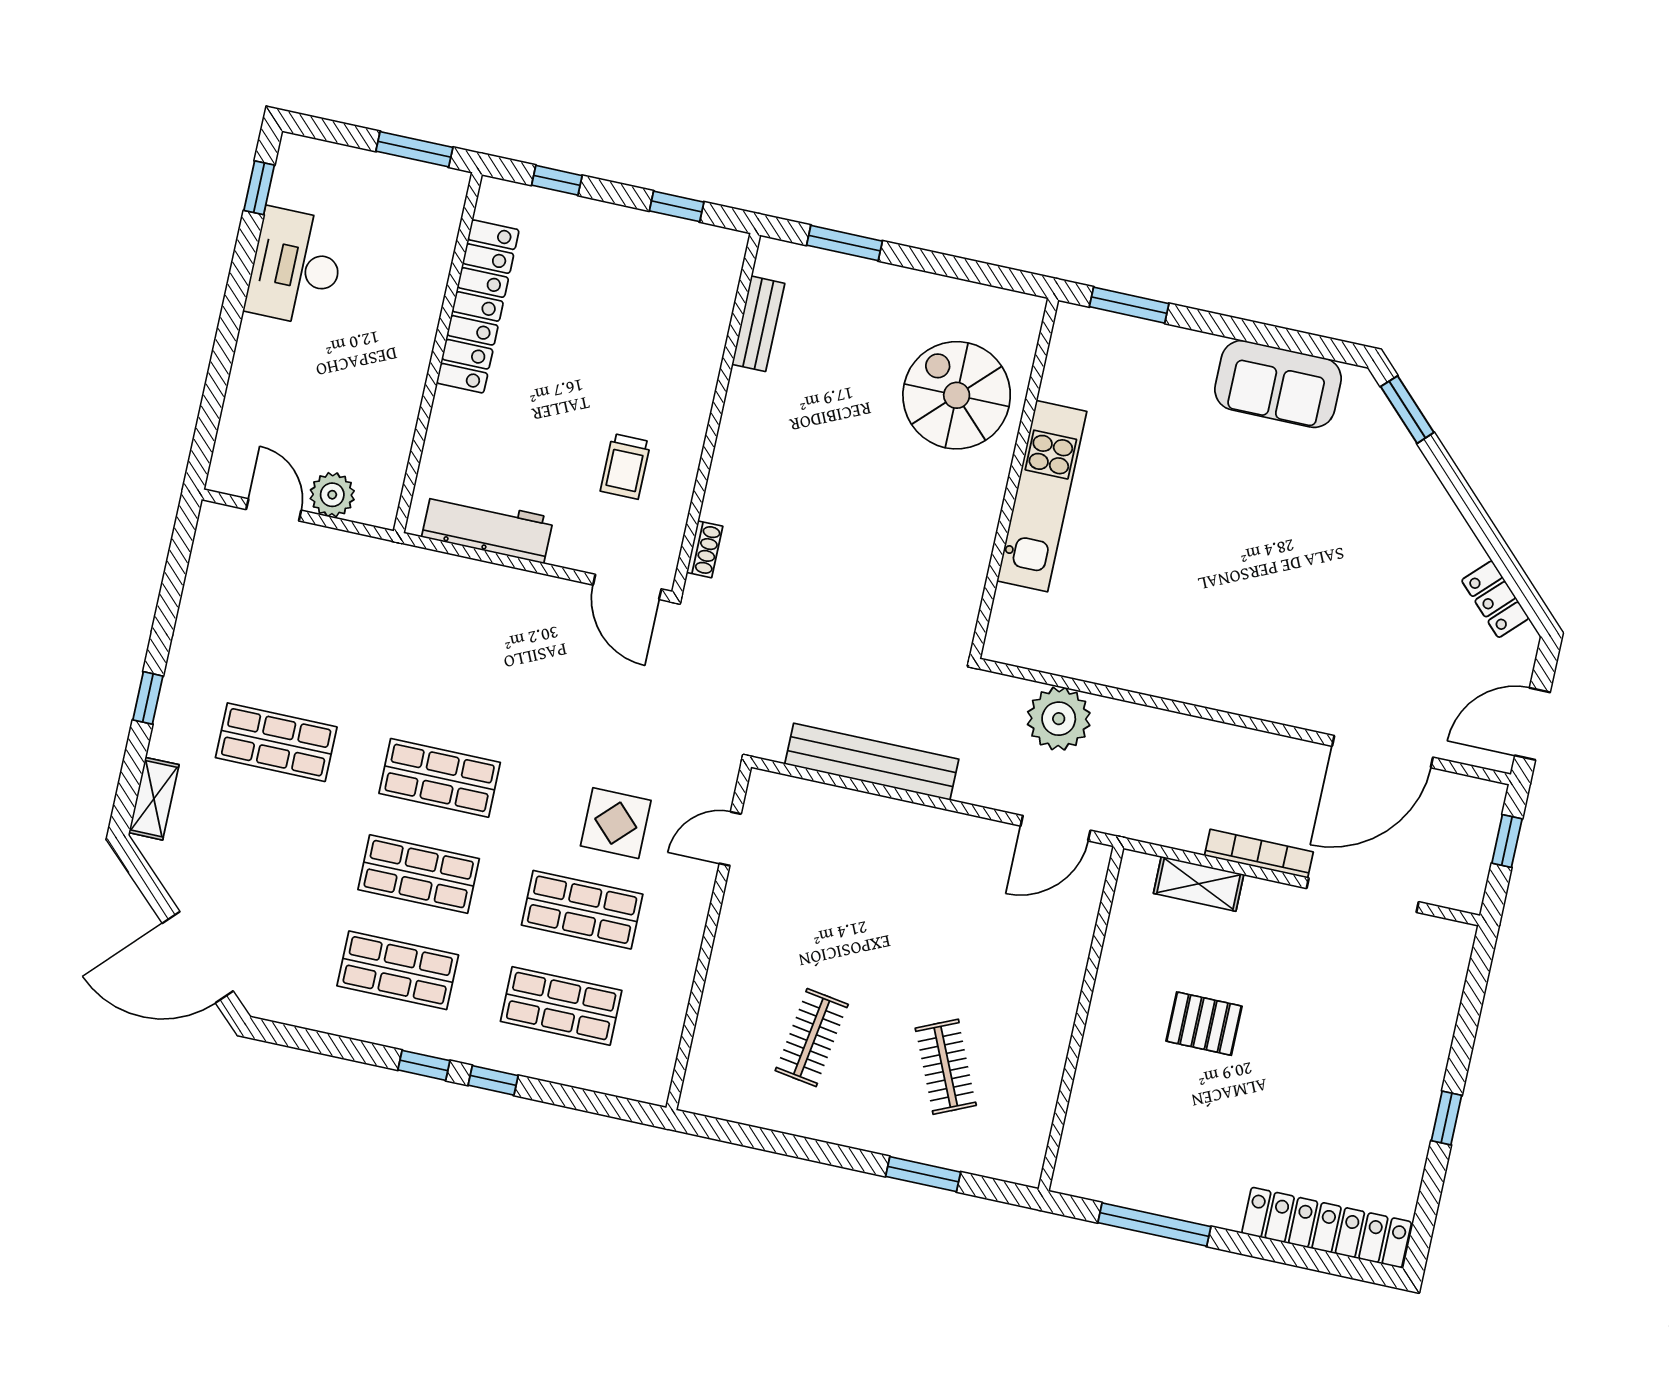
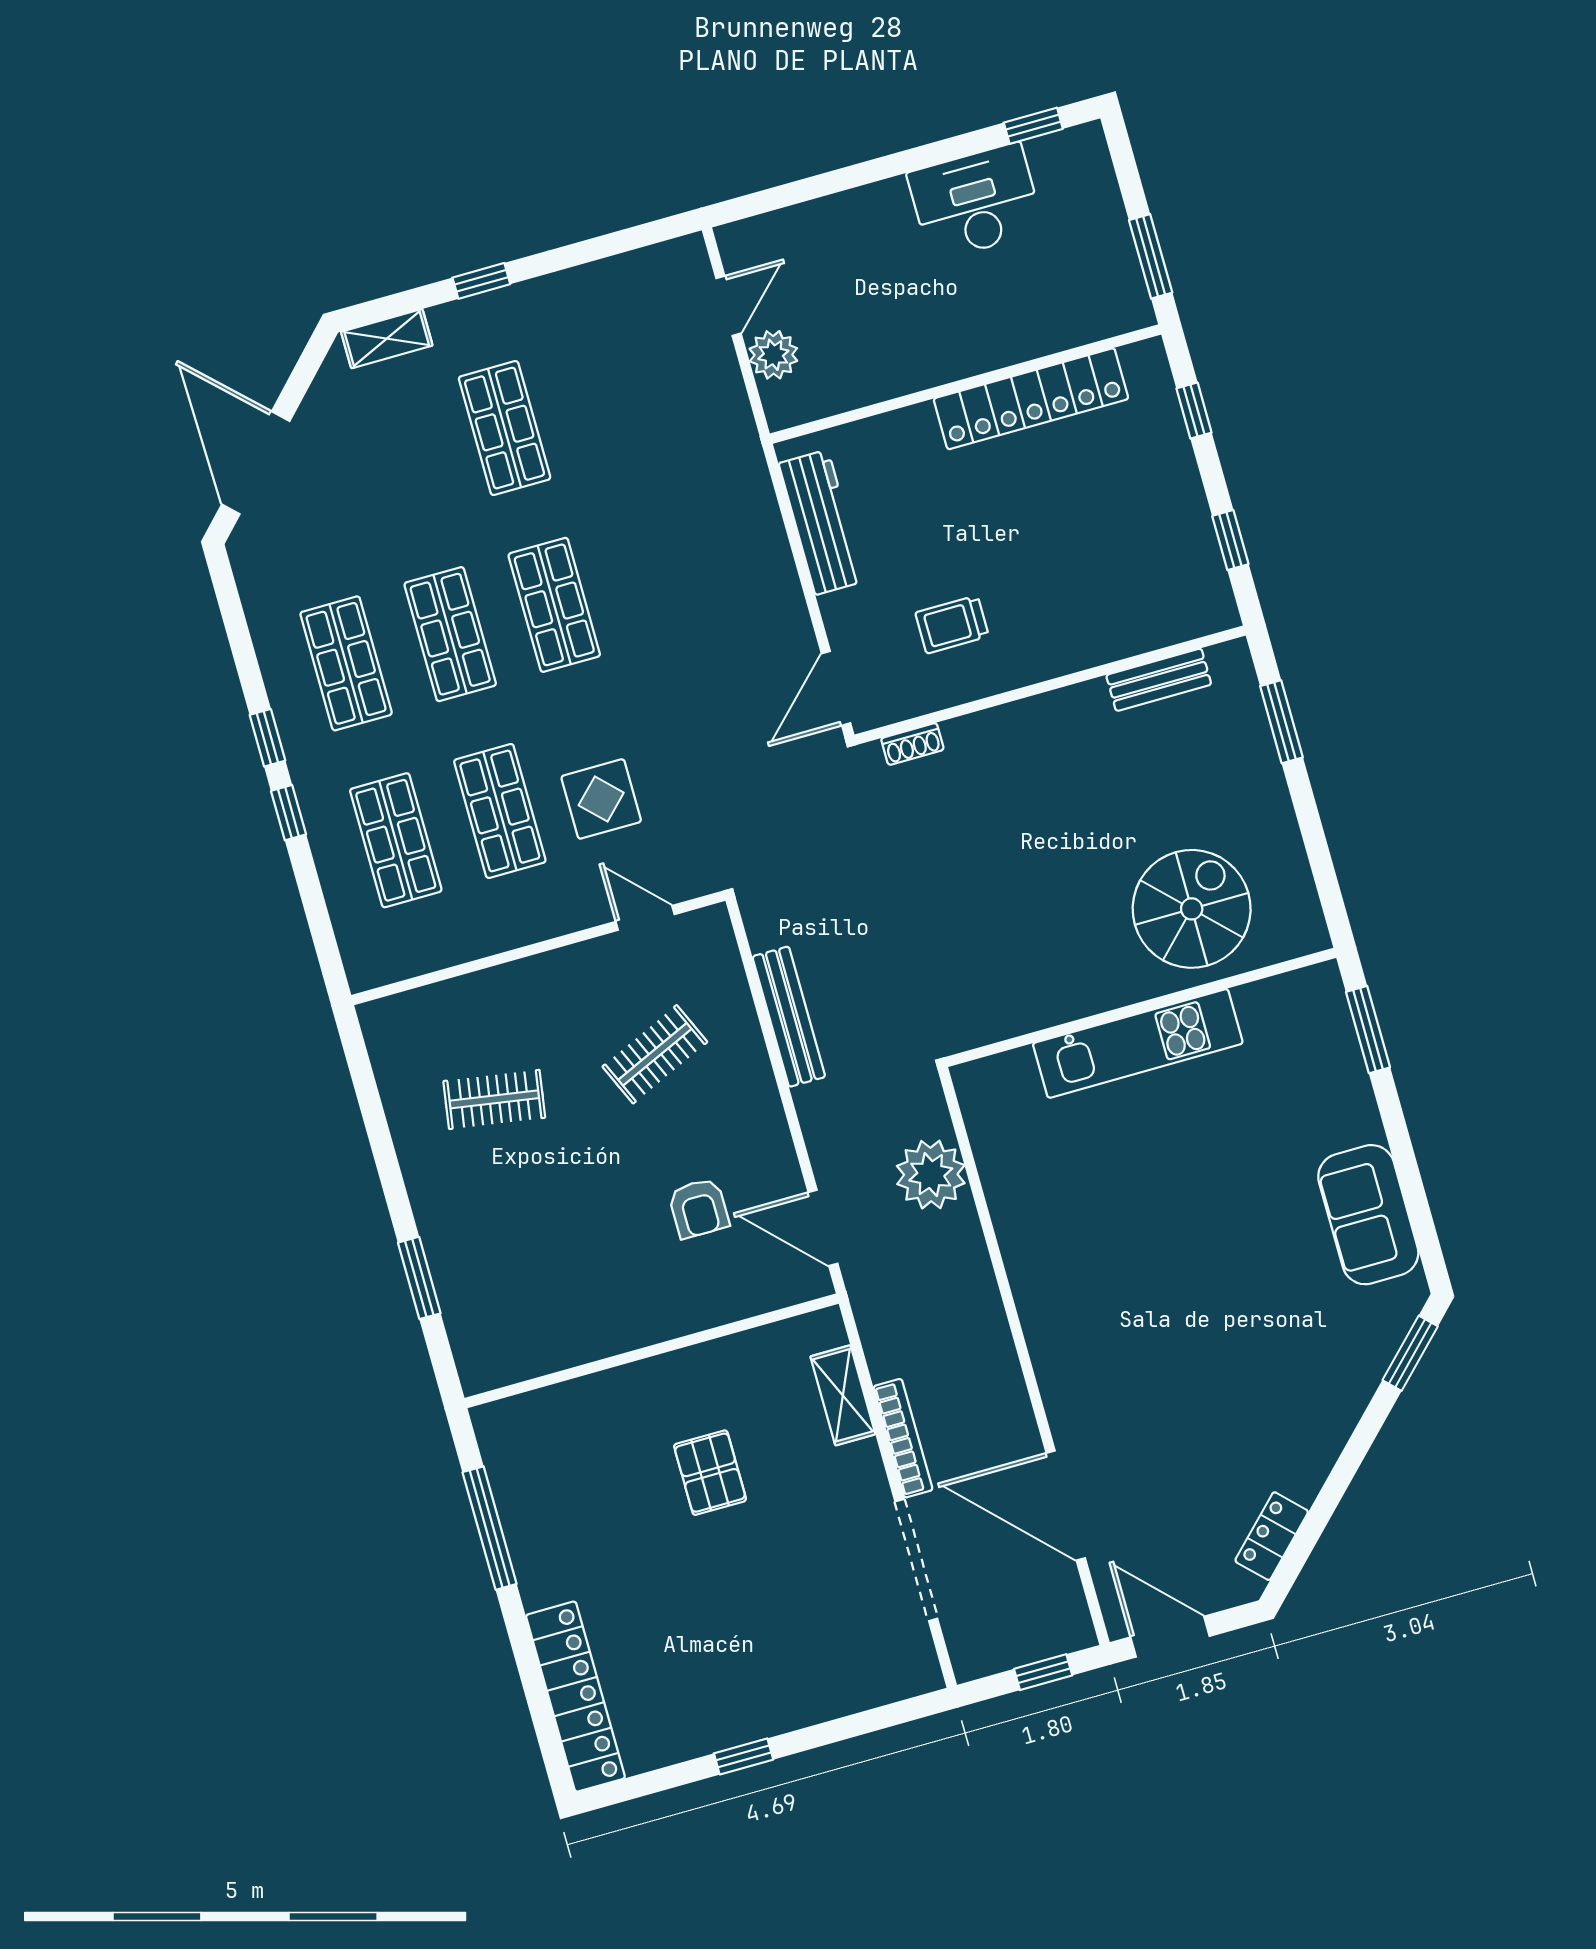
bench: (872, 762) -> (789, 1017), width x0.73, depth x0.82
armchair: (987, 920) -> (699, 1208), added
clothes rail: (946, 1067) -> (655, 1054), moved

